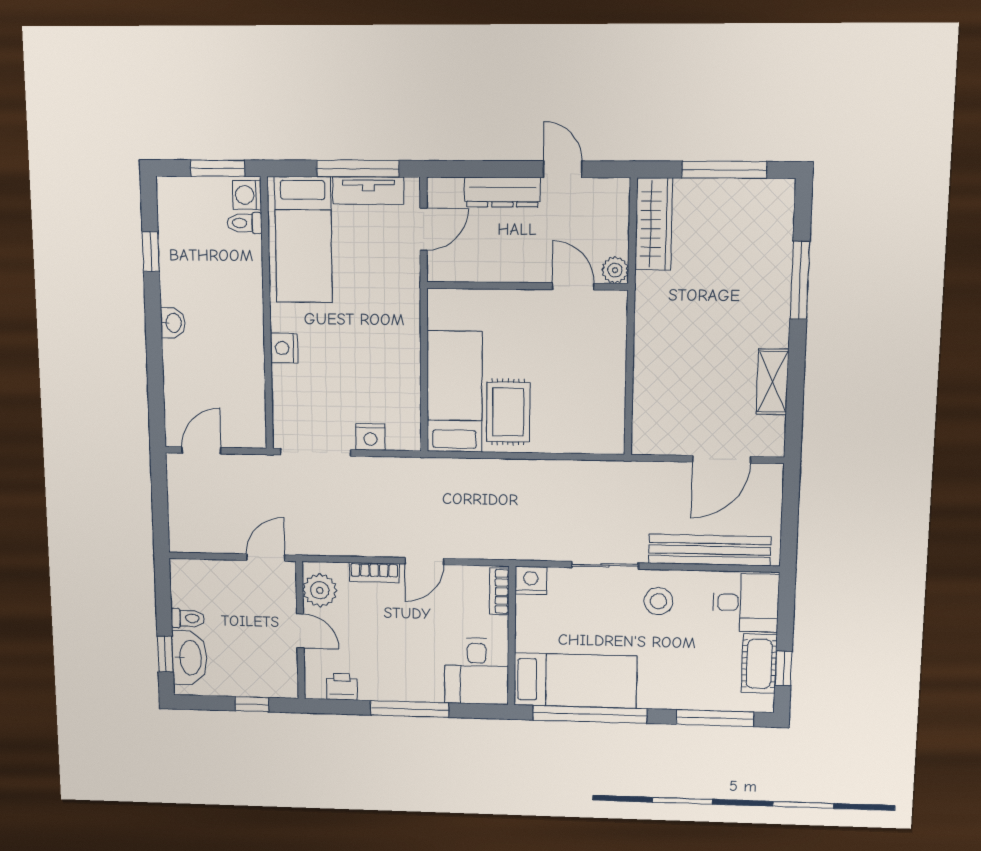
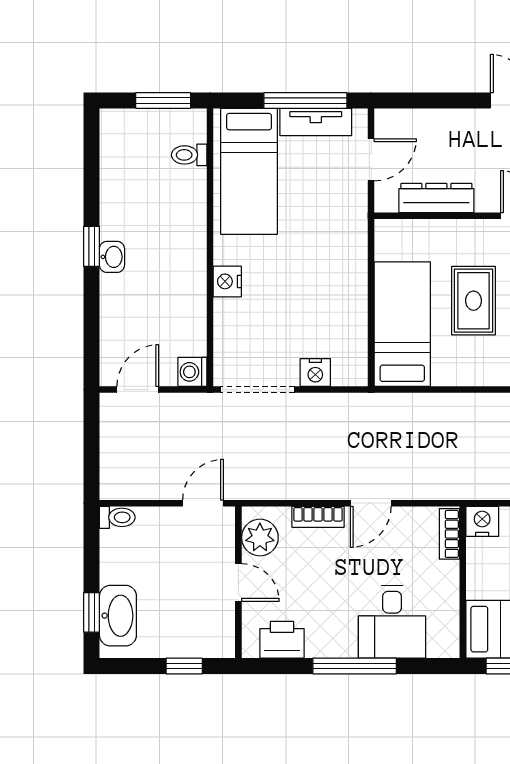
dresser: (502, 192) -> (436, 198), moved, turned 180
washing machine: (247, 195) -> (192, 372), moved
window: (151, 252) -> (92, 246), moved
rug: (508, 412) -> (473, 301), moved
toilet: (188, 618) -> (117, 517), moved
desk: (477, 671) -> (392, 622), moved
printer: (342, 687) -> (282, 640), width x1.36, depth x1.24

